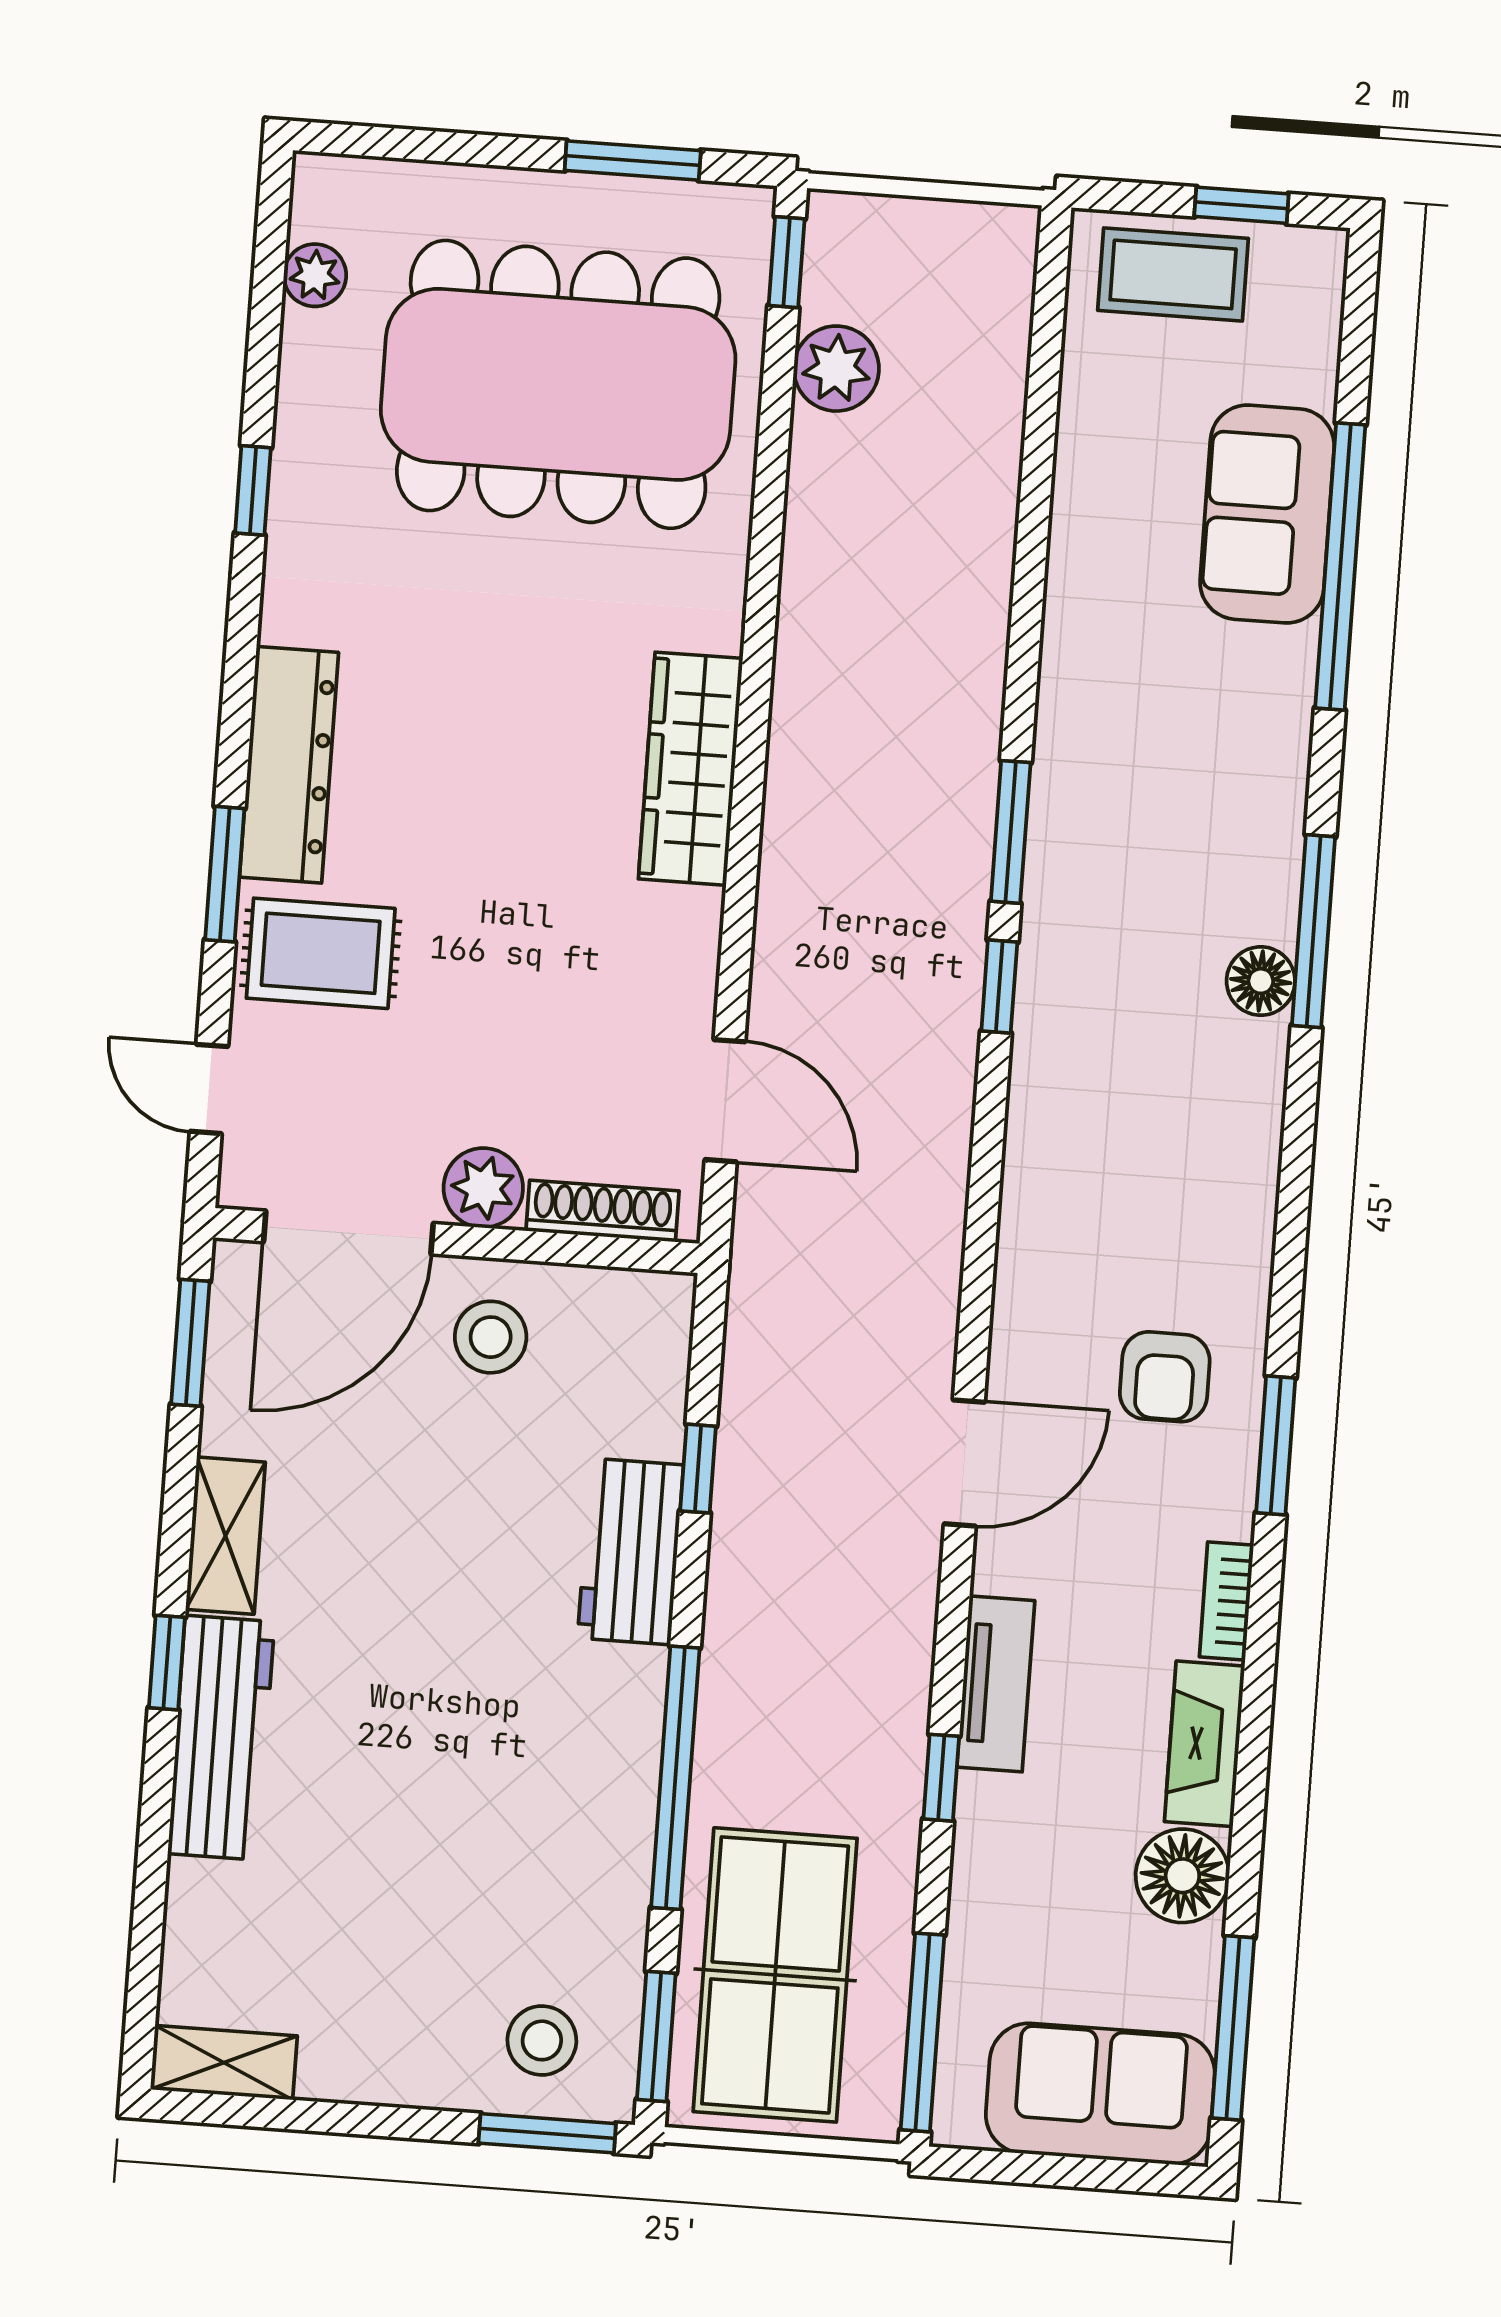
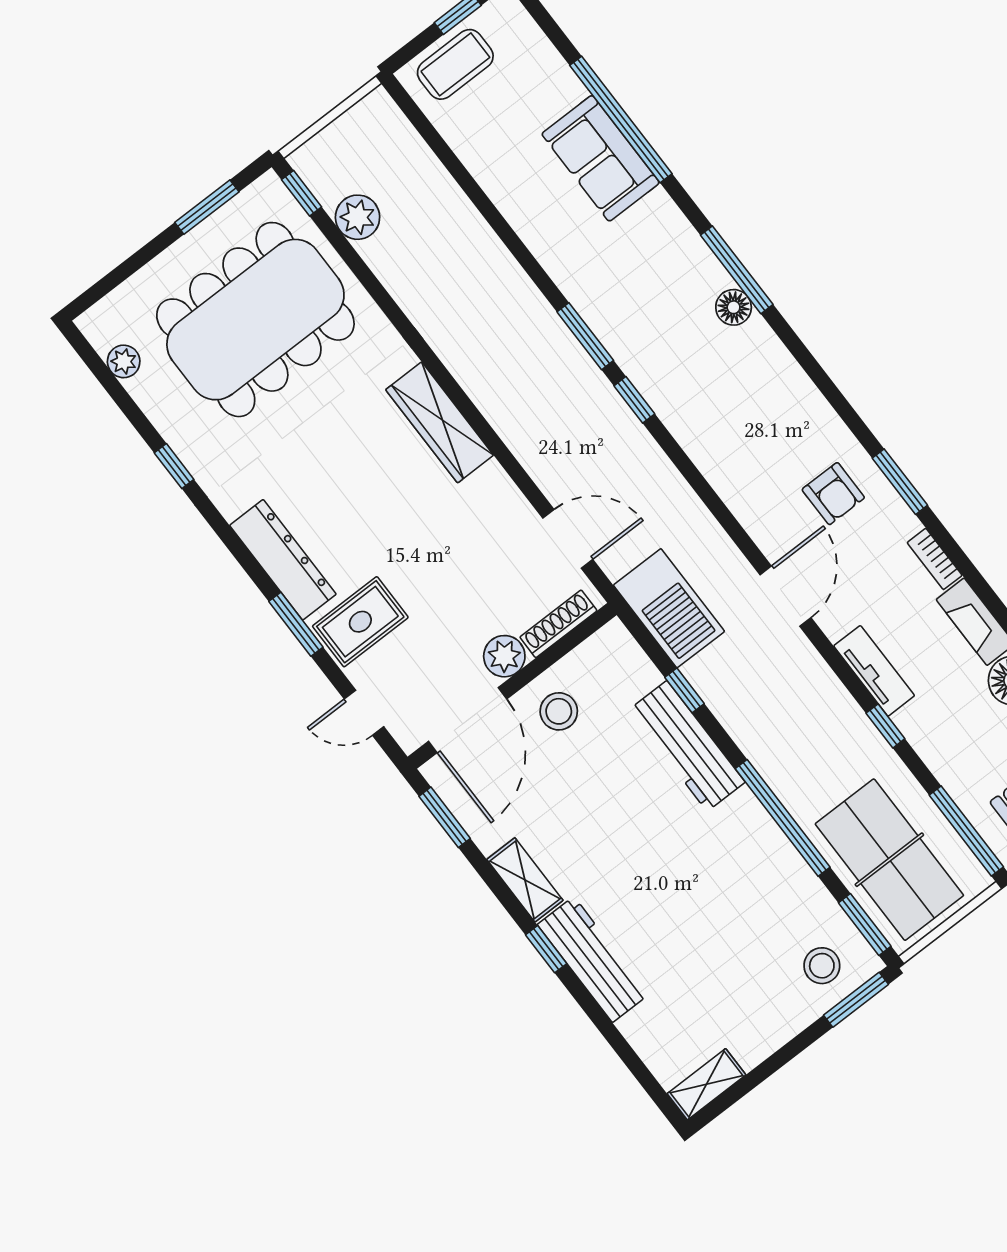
sofa: (1267, 514) -> (601, 158), moved
barbecue: (781, 1330) -> (669, 608), added
workbench: (630, 1552) -> (687, 746), width x1.38

